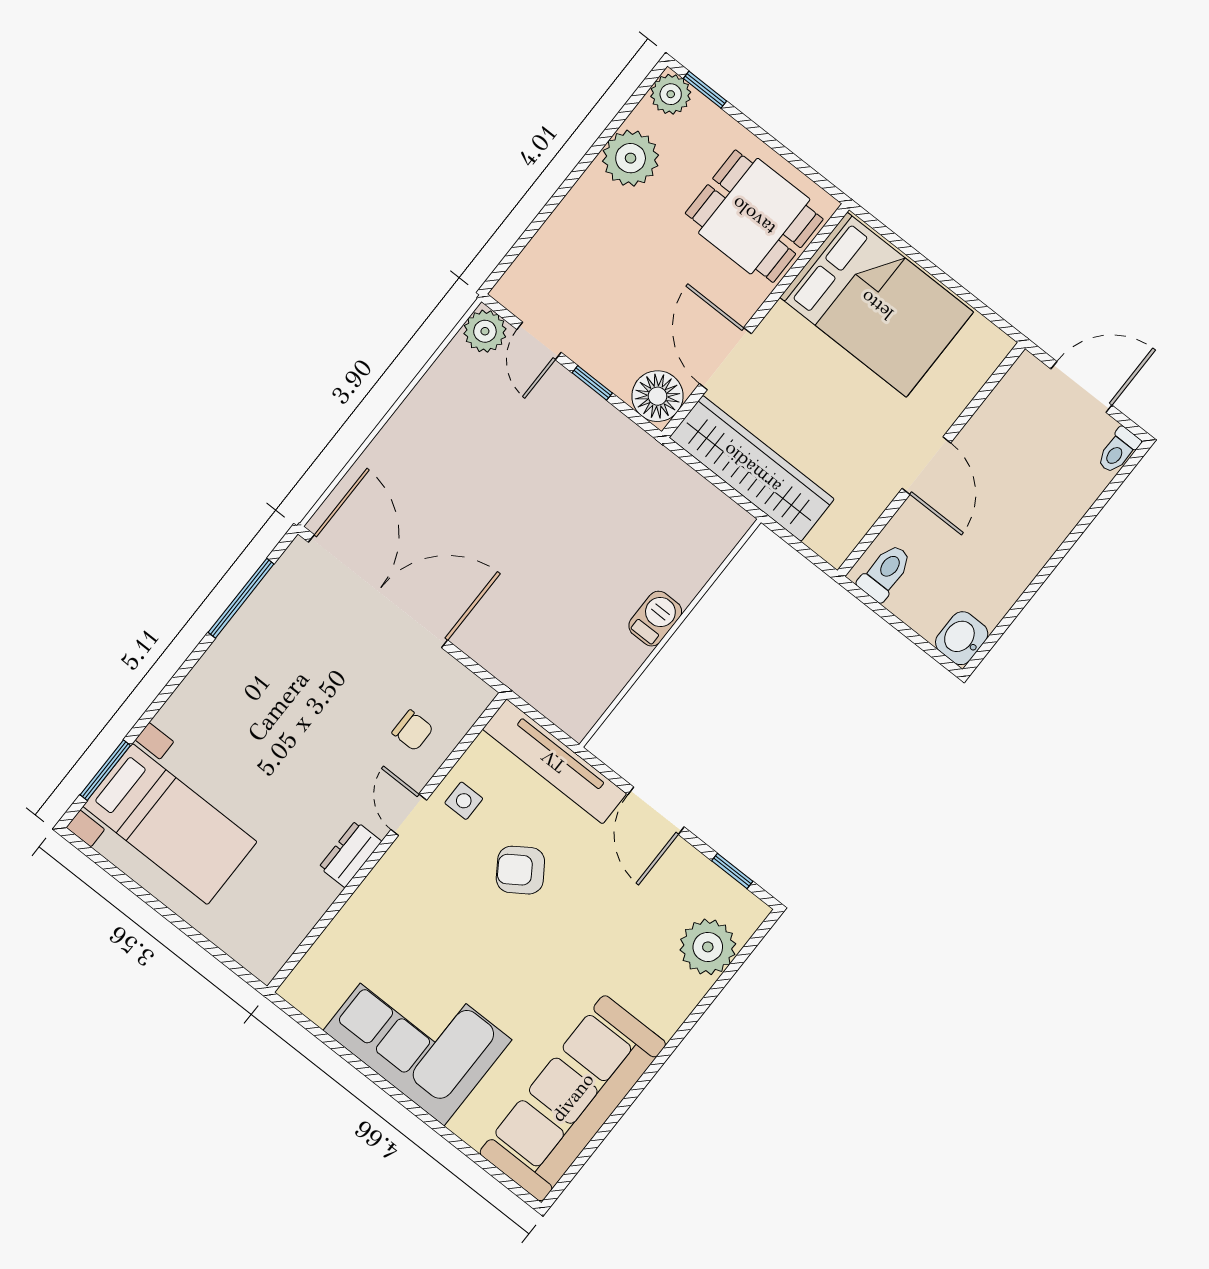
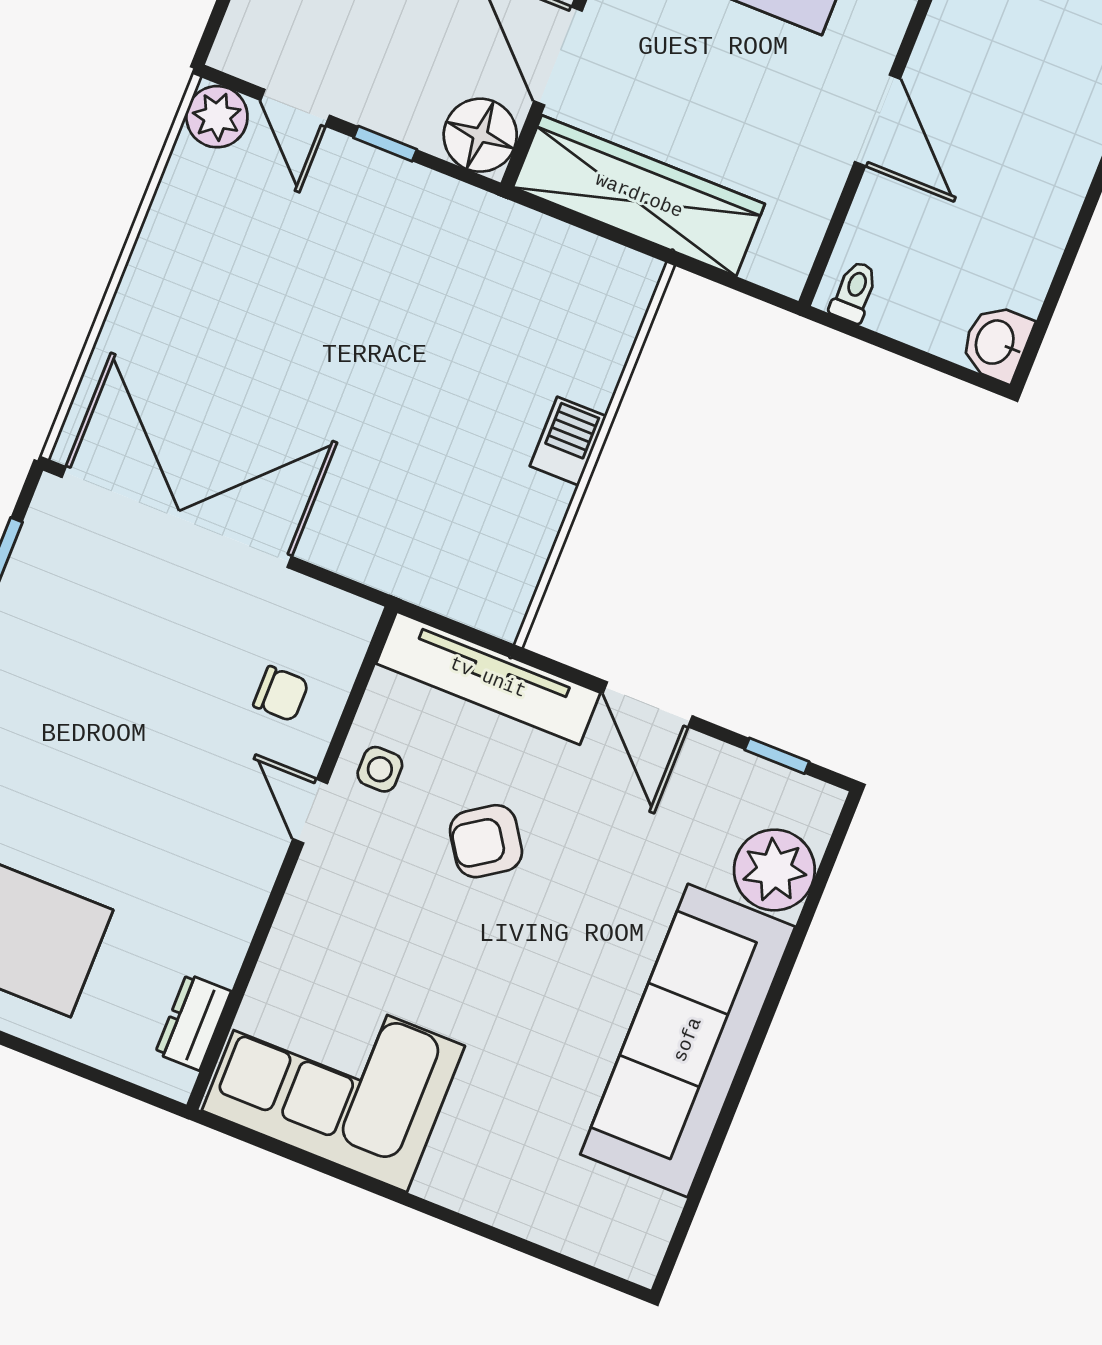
toilet: (885, 572) -> (854, 292), width x0.73, depth x0.72
dresser: (350, 854) -> (193, 1022), moved
corner sofa: (417, 1035) -> (333, 1078), moved
sofa: (573, 1098) -> (688, 1040), moved

